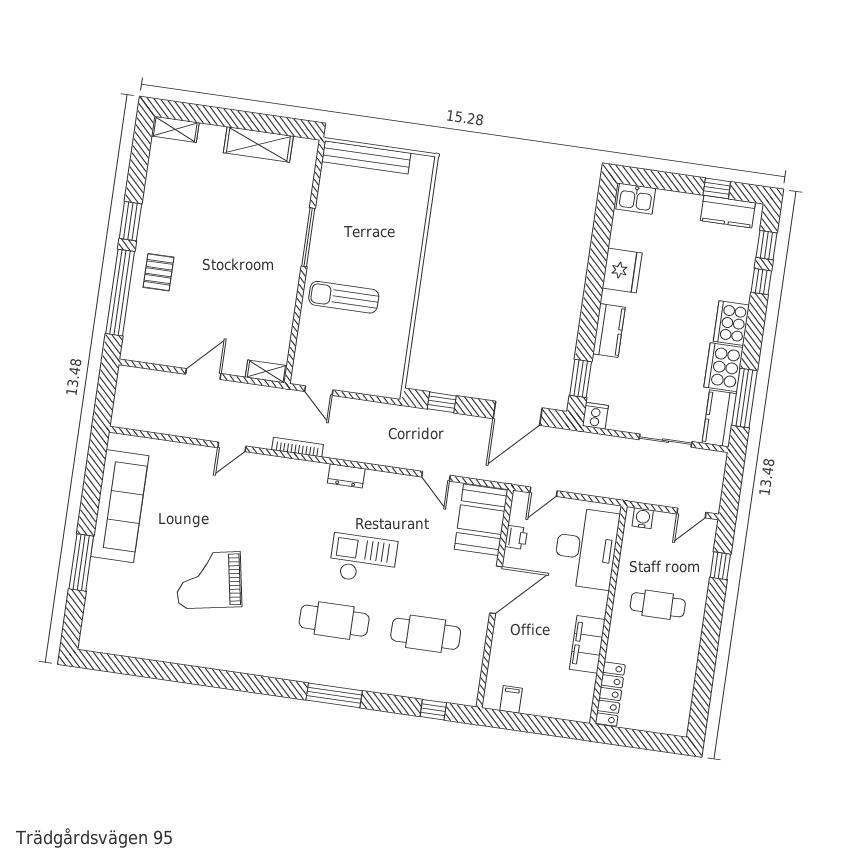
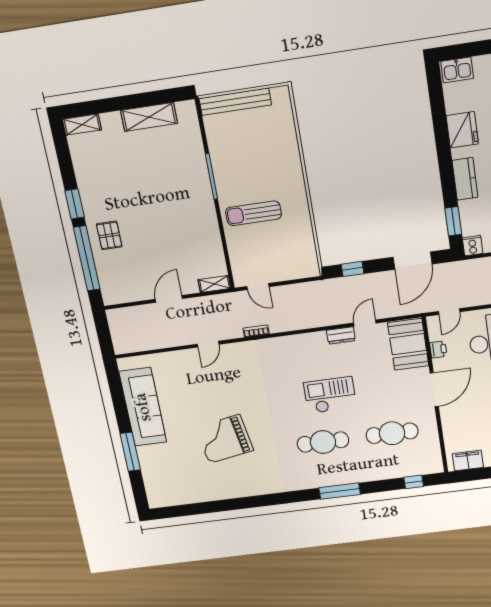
bookcase: (298, 447) -> (256, 331), width x0.64
dresser: (346, 476) -> (341, 335), moved
door: (436, 476) -> (365, 323), swing flipped
filing cabinet: (511, 699) -> (468, 461), width x2.00

